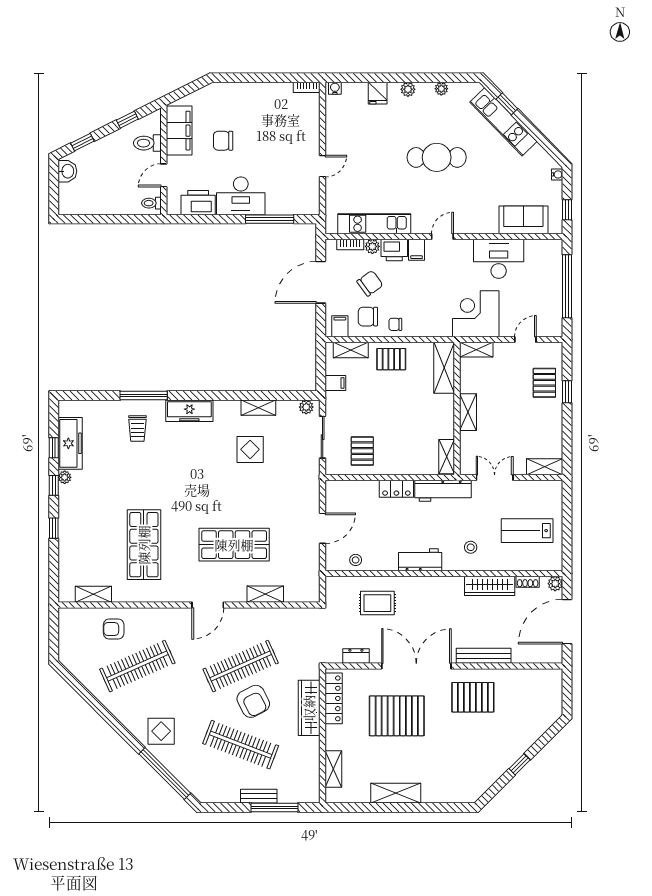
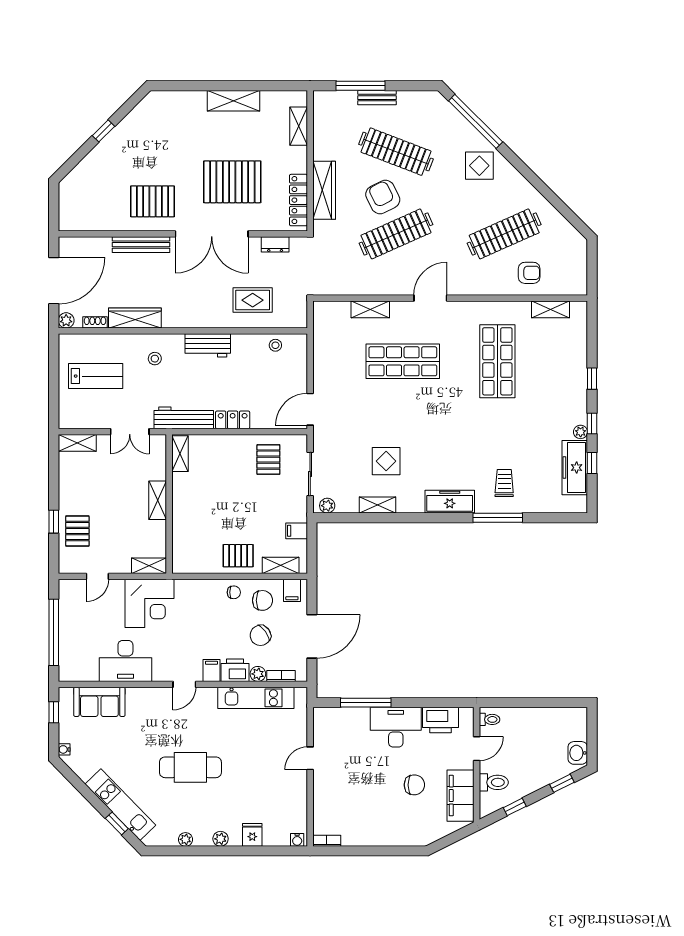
shelving: (444, 368) -> (183, 547), removed
door: (323, 528) -> (310, 409), moved

